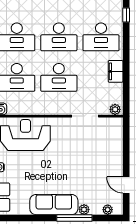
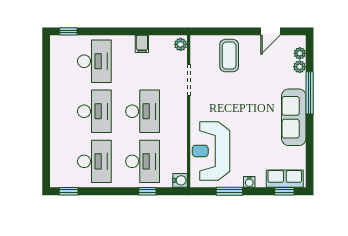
filing cabinet: (116, 71) -> (142, 44), width x0.50
coffee table: (106, 150) -> (229, 56), added
plant: (84, 210) -> (300, 67), moved

